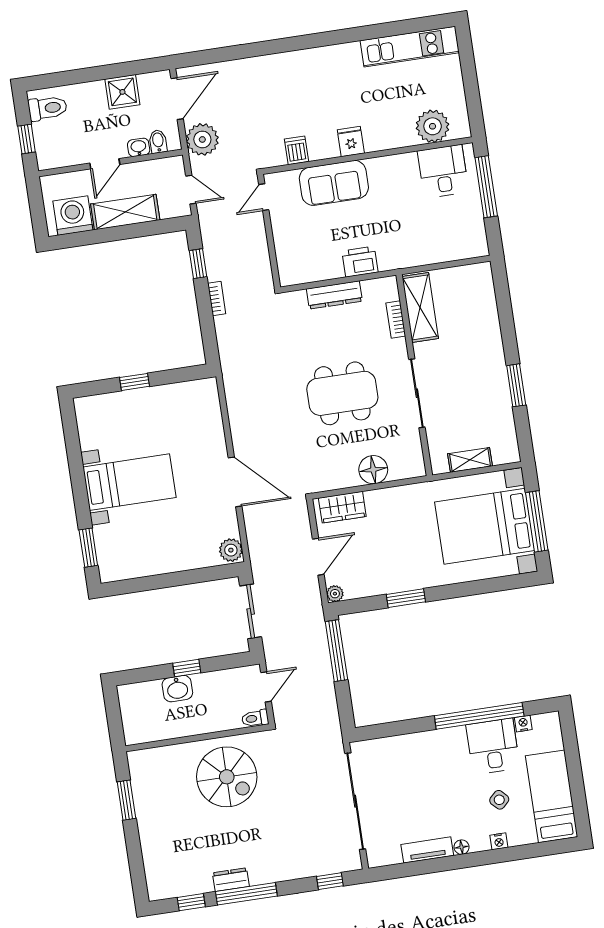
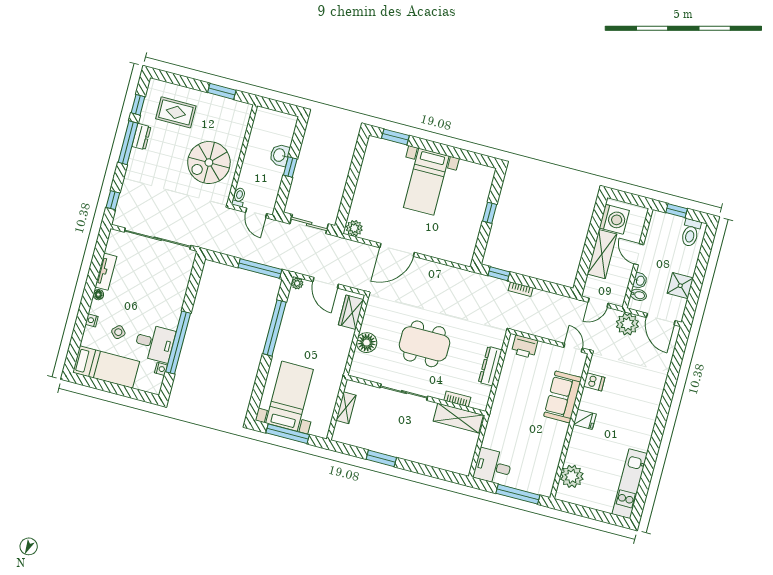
desk: (443, 171) -> (493, 467), moved, turned 180
printer: (360, 262) -> (525, 347), moved, turned 90
window: (198, 264) -> (499, 274), moved
dining table: (342, 393) -> (424, 344), turned 90
bed with nightstands: (485, 526) -> (290, 396), width x0.73
window: (406, 598) -> (275, 328), width x2.11
rug: (180, 848) -> (176, 112), added

